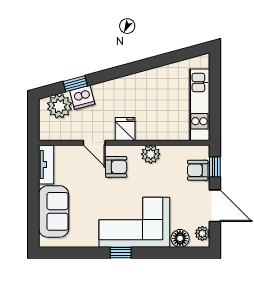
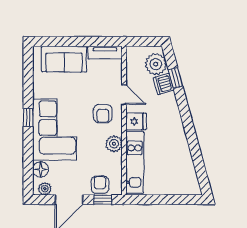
kitchen unit: (199, 105) -> (135, 162), moved, turned 90
door: (94, 143) -> (124, 95), swing flipped

